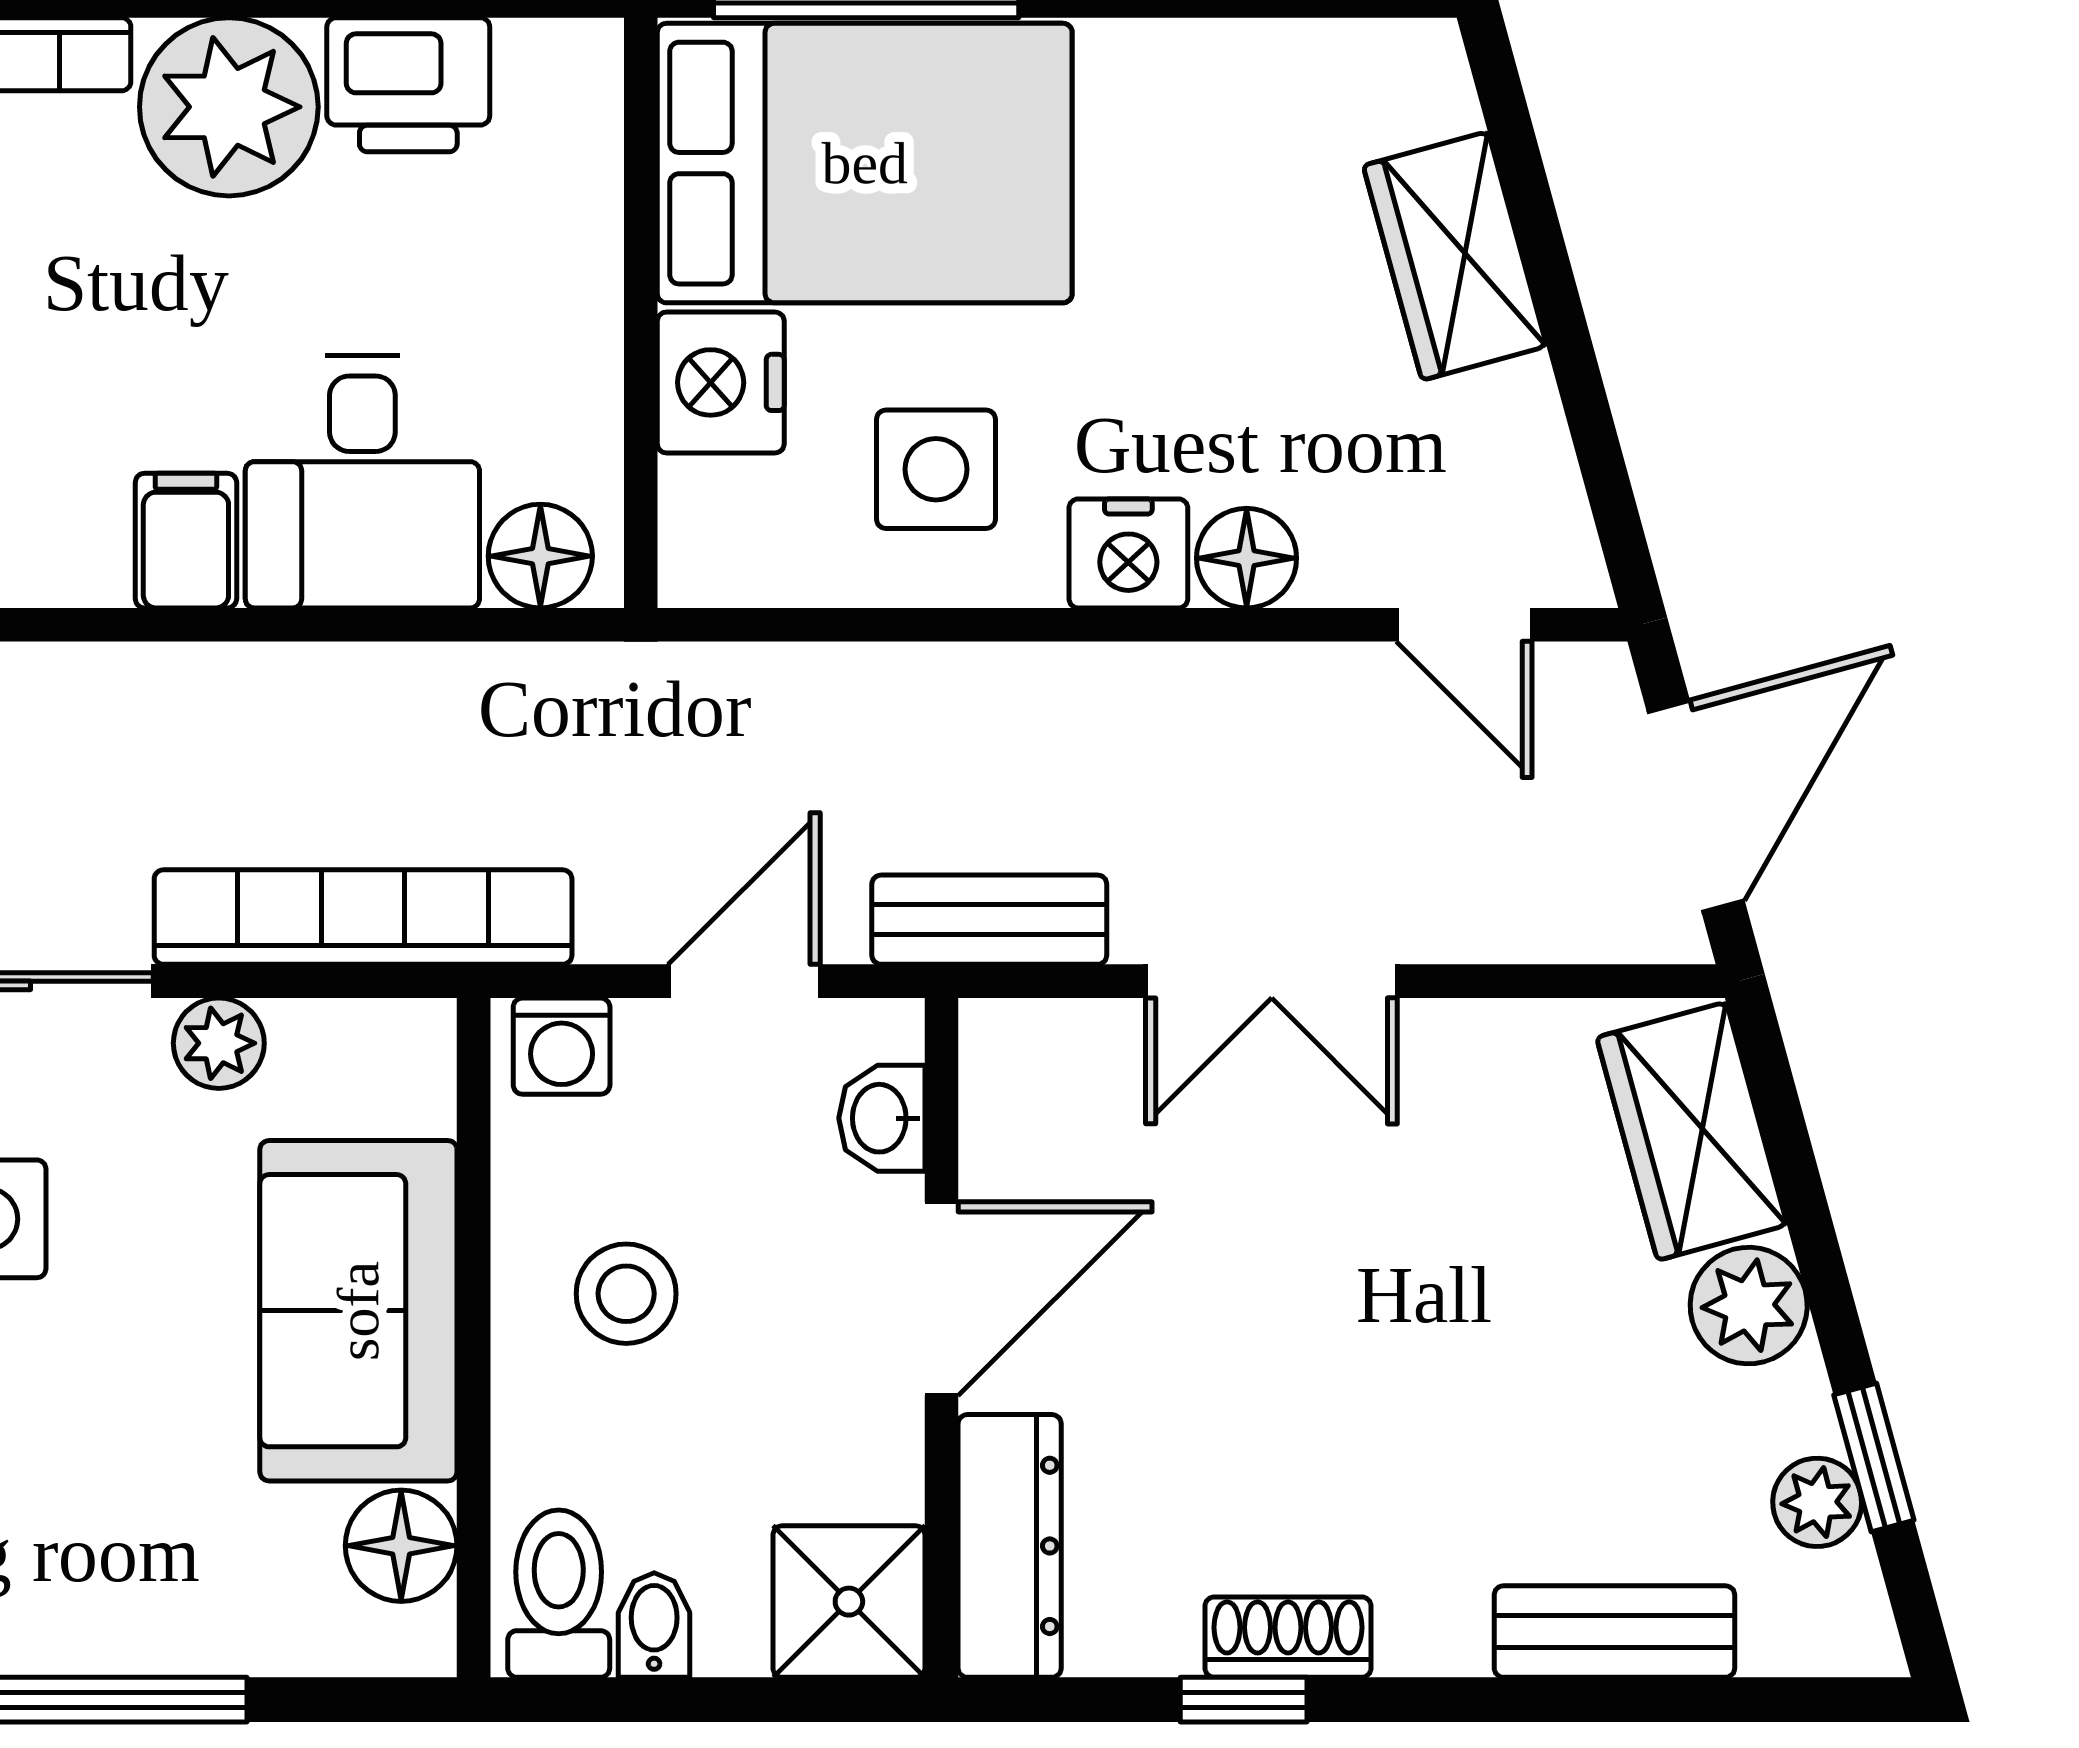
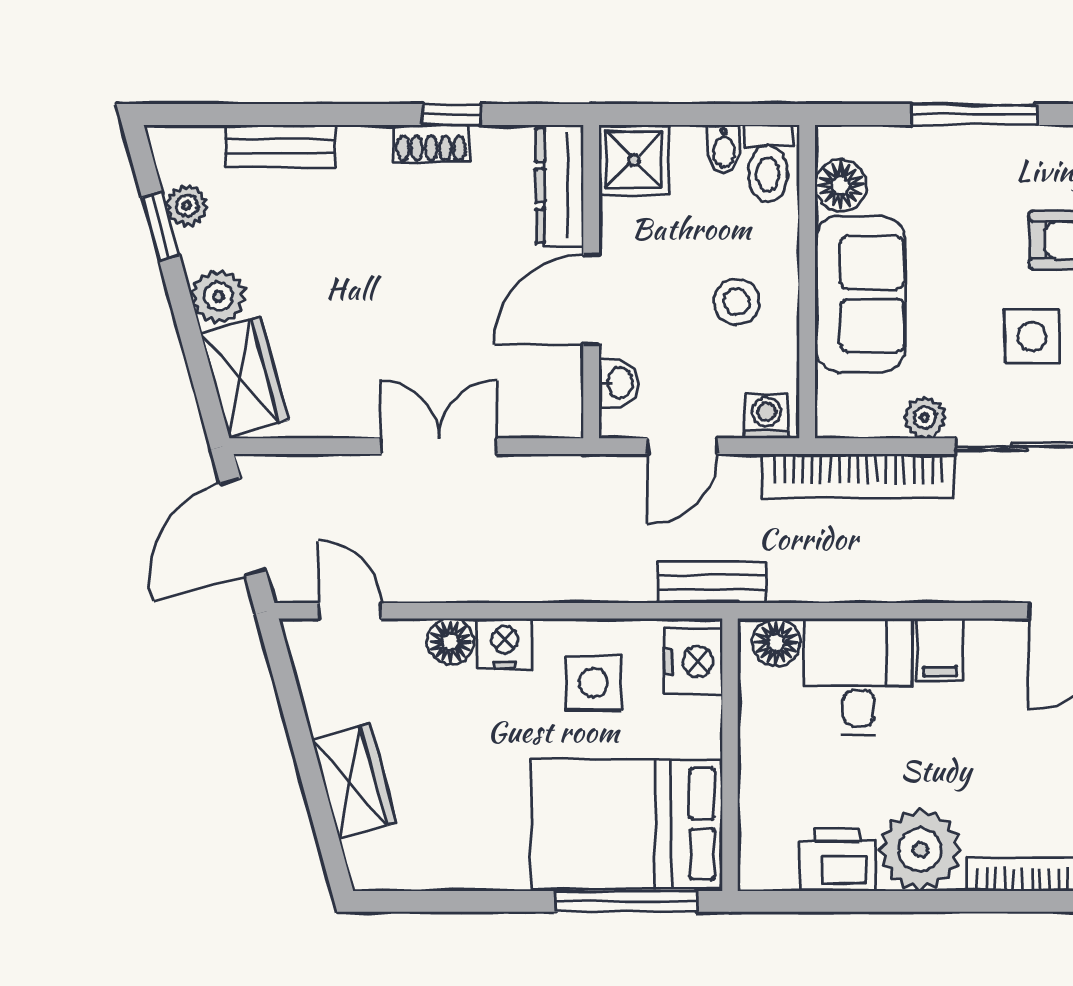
nightstand: (721, 382) -> (693, 661), moved
bench: (989, 920) -> (712, 582), moved

